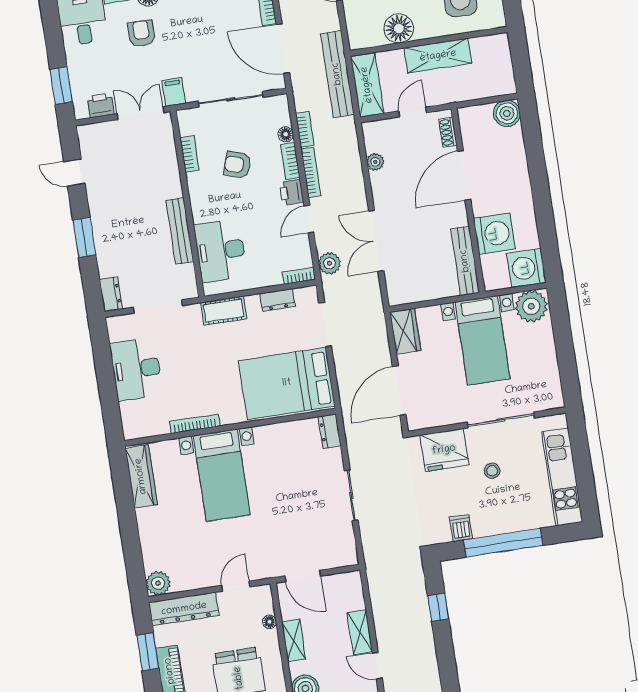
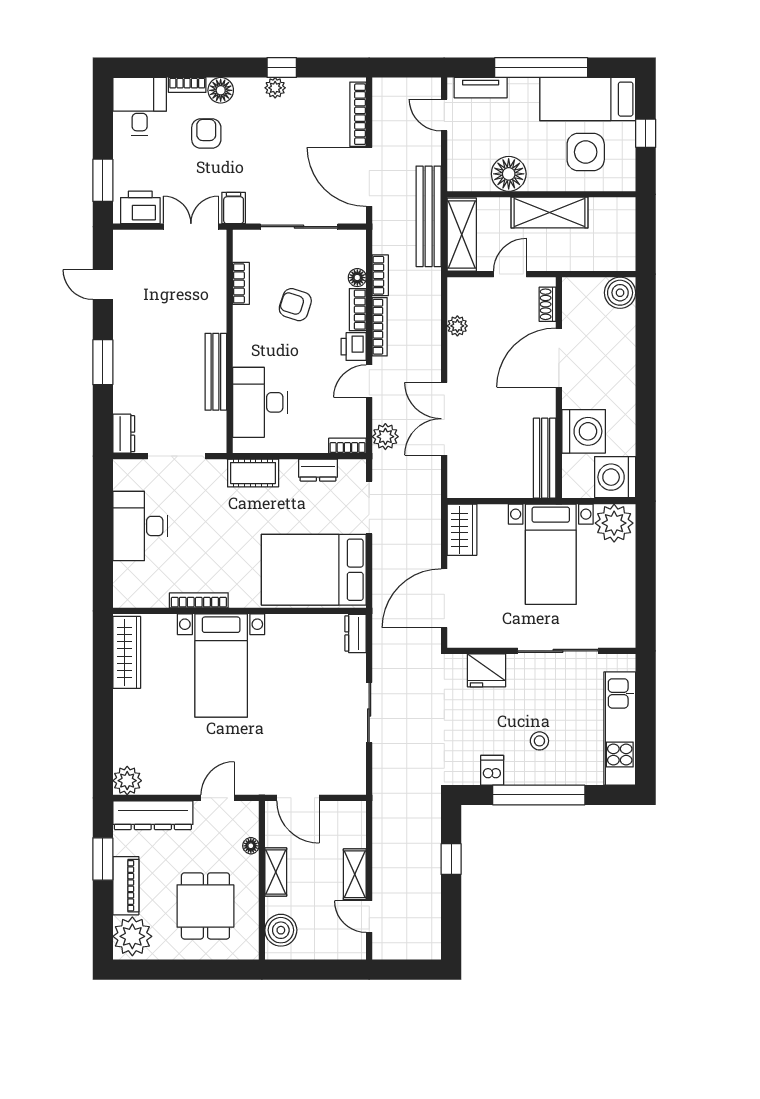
printer: (101, 105) -> (140, 207), width x1.36, depth x1.24
fridge: (444, 450) -> (486, 670), width x0.73, depth x0.75
stool: (492, 471) -> (539, 741), moved

